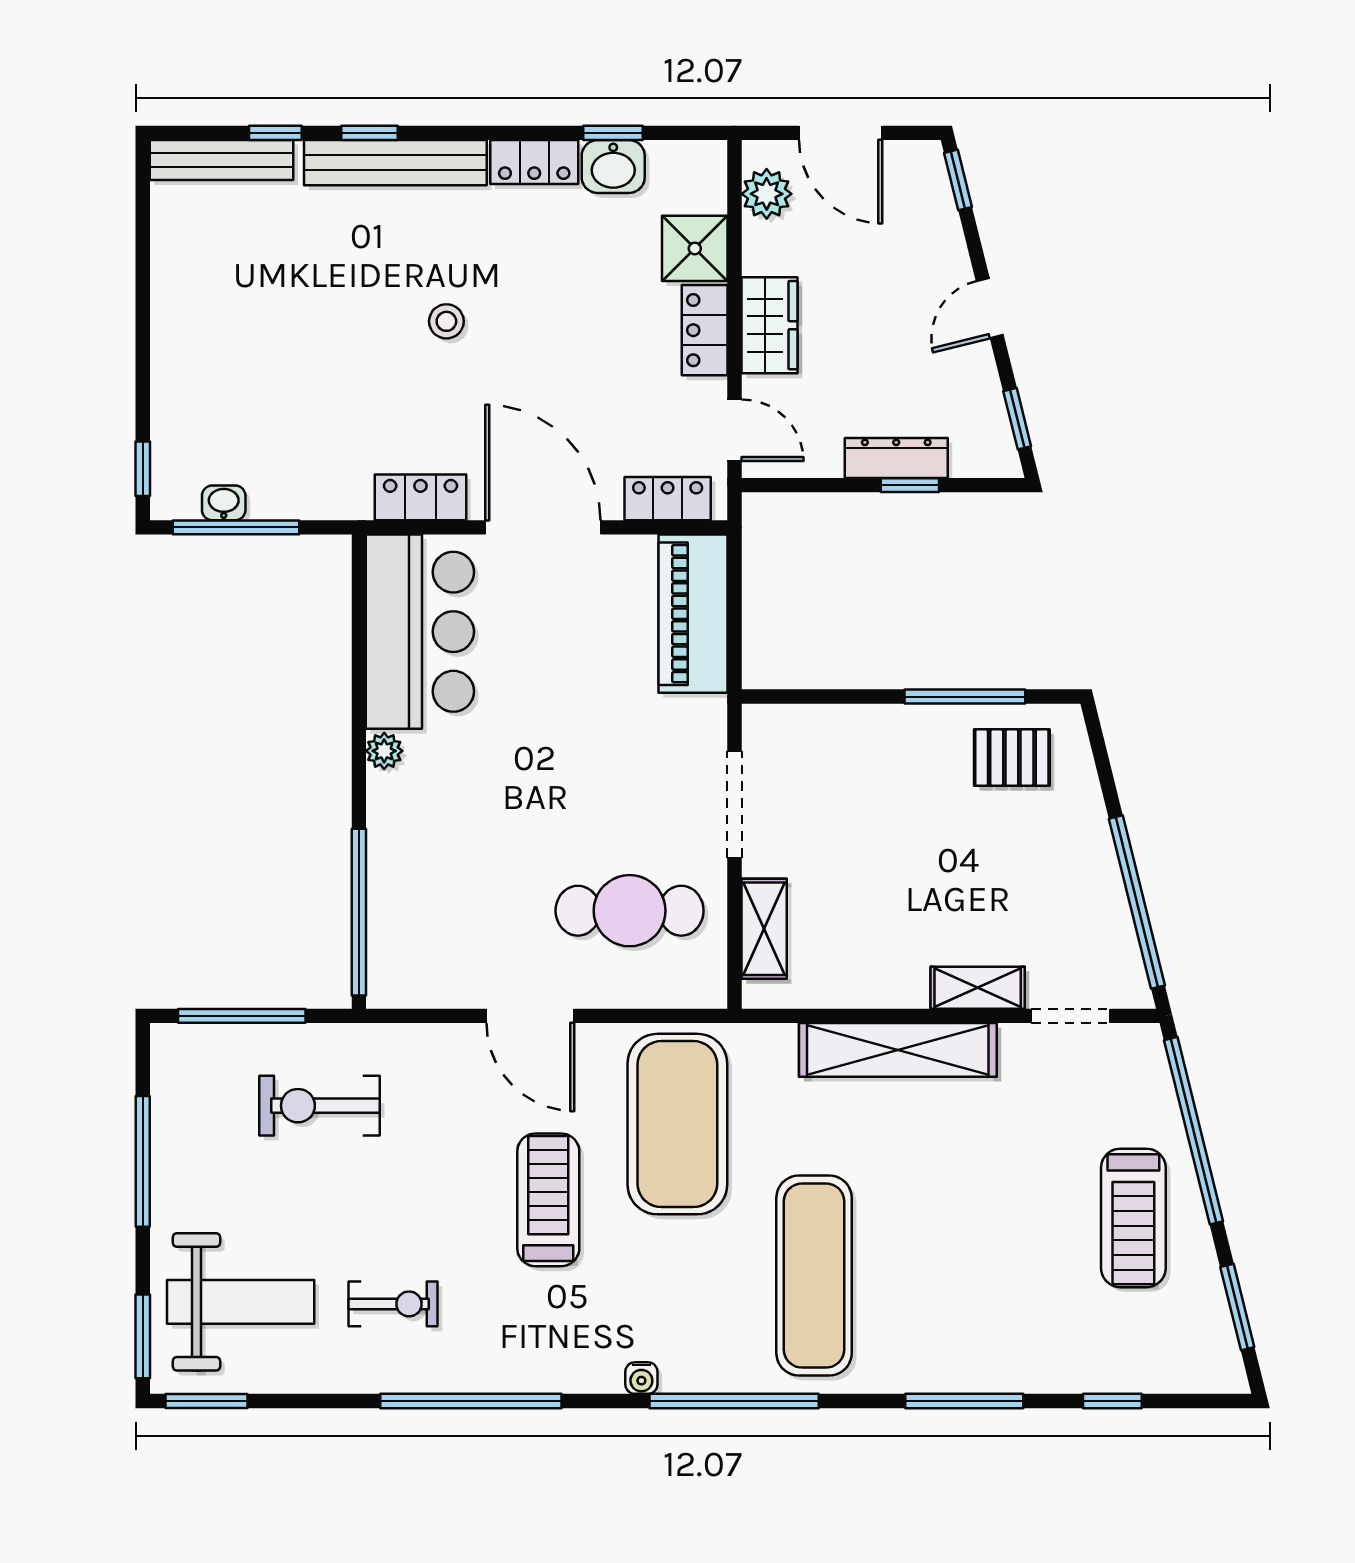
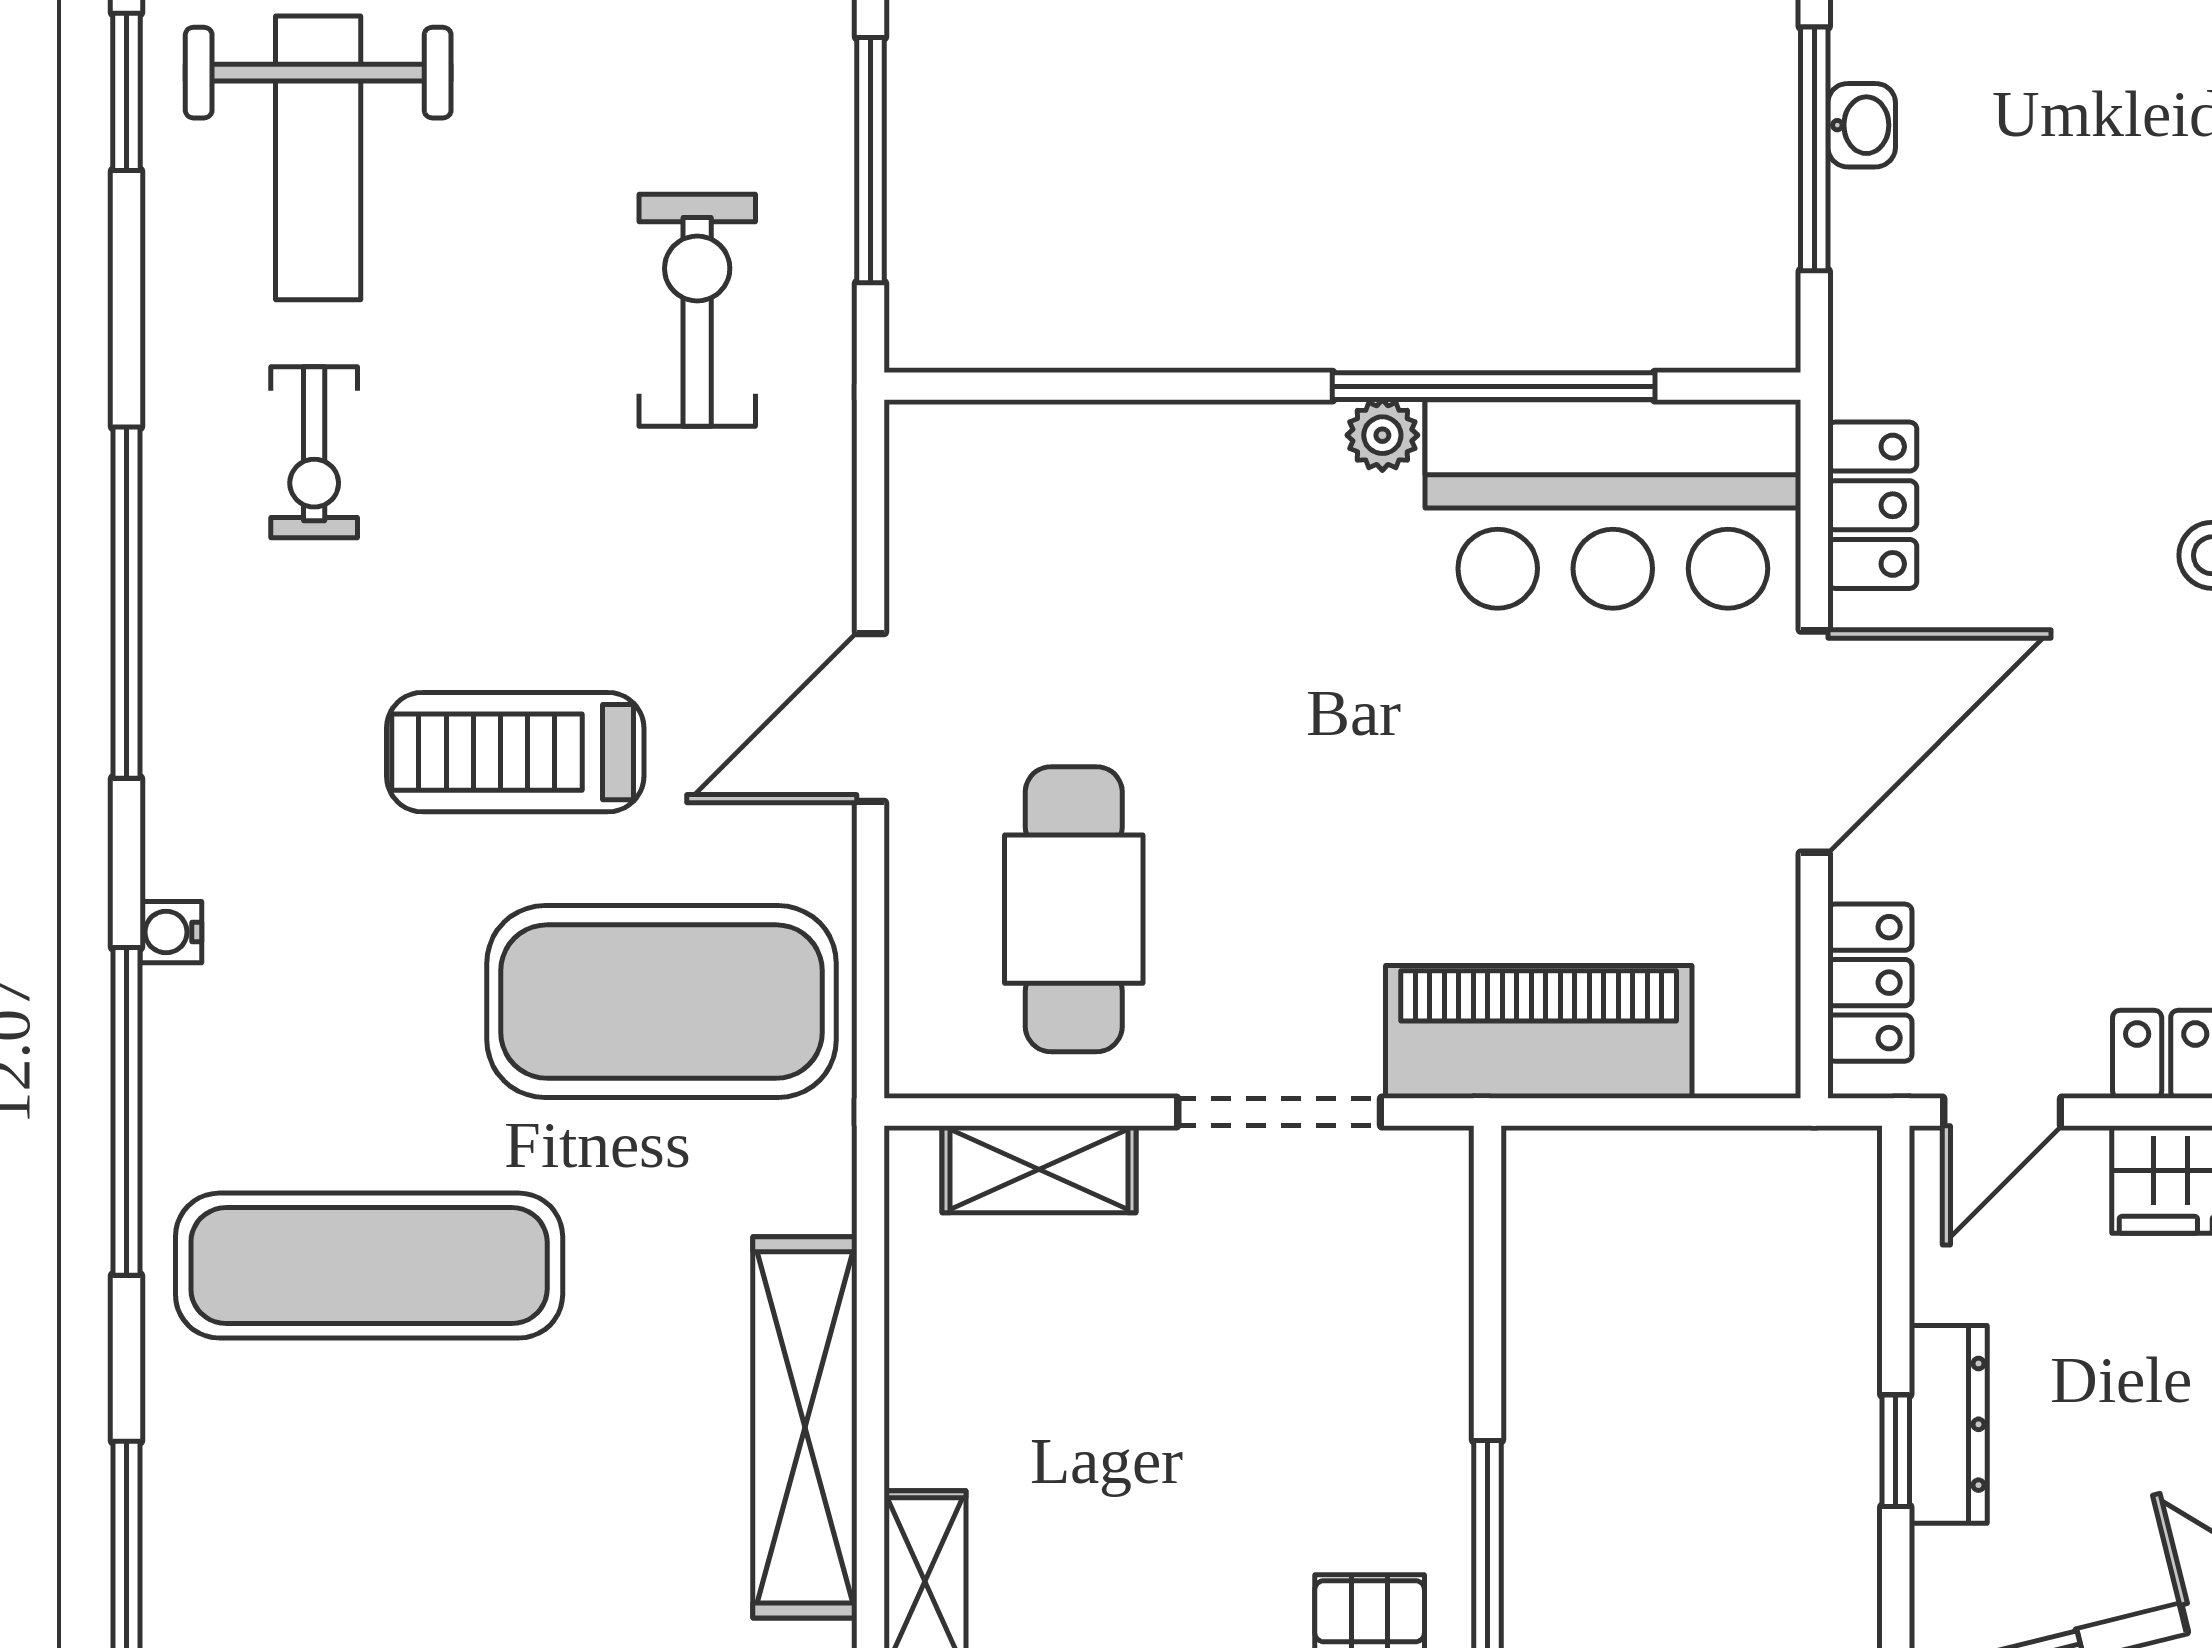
piano: (693, 614) -> (1539, 1032), moved
window: (359, 912) -> (1494, 386), moved
treadmill: (548, 1200) -> (515, 752), turned 180

